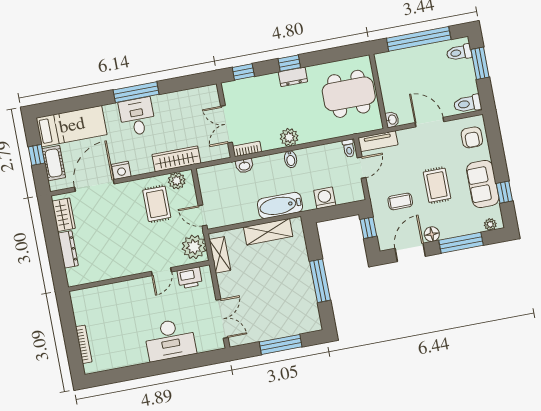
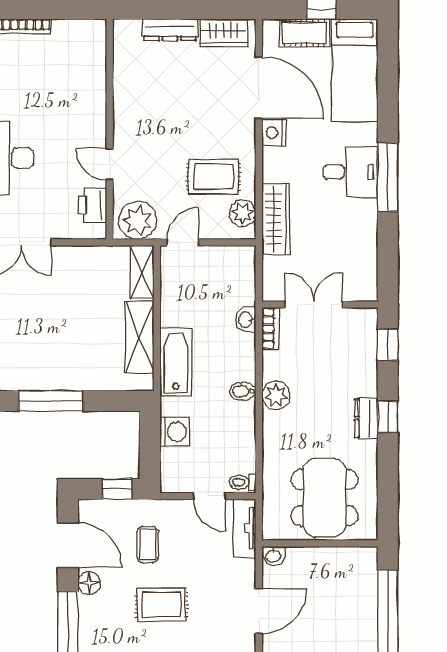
shelving: (220, 255) -> (142, 272), moved, turned 90

